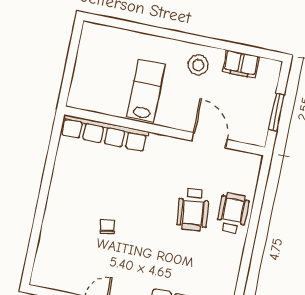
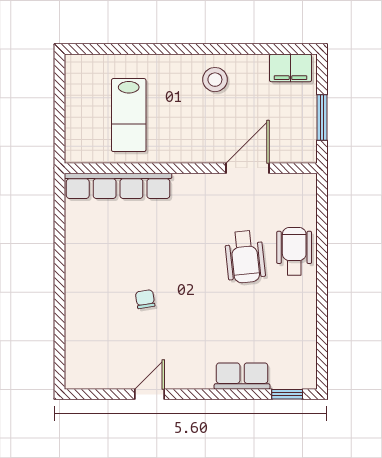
filing cabinet: (241, 64) -> (290, 68), moved
lab bench: (146, 90) -> (129, 115), moved, turned 180
door: (209, 140) -> (247, 168), hinge flipped

